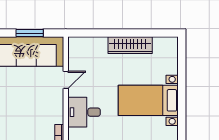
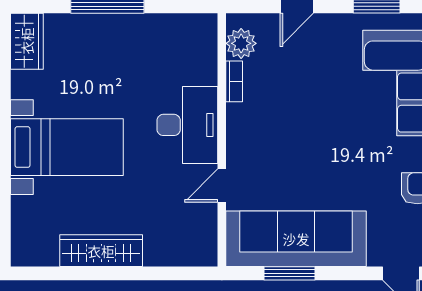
desk: (84, 112) -> (187, 125), width x1.37

